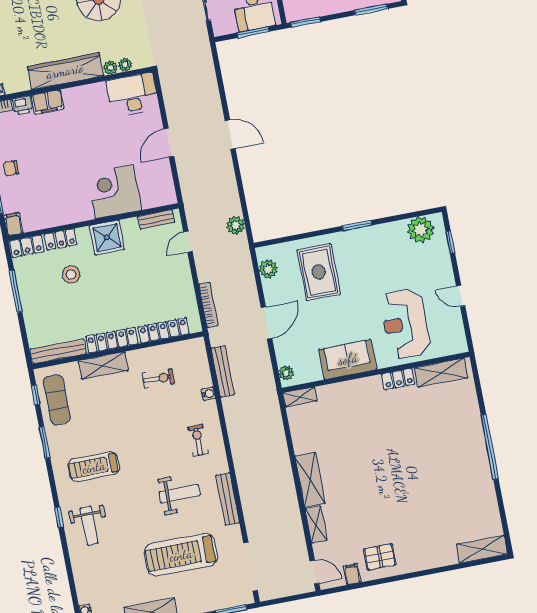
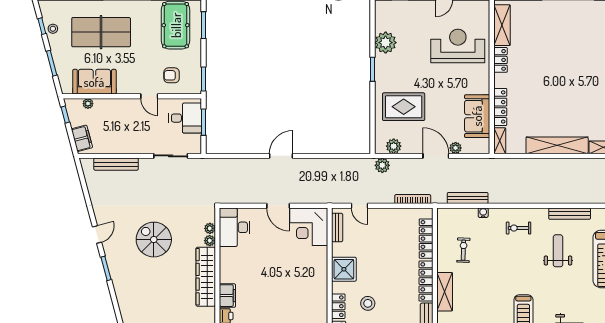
corner desk: (114, 192) -> (309, 227), moved
plant: (236, 225) -> (382, 165), moved
plant: (420, 230) -> (386, 43), moved
reception desk: (405, 324) -> (458, 46), turned 180
sofa: (348, 359) -> (477, 116), moved
plant: (286, 373) -> (456, 148), moved
locker: (341, 390) -> (500, 107), added
shelving: (310, 480) -> (557, 145), width x1.47

